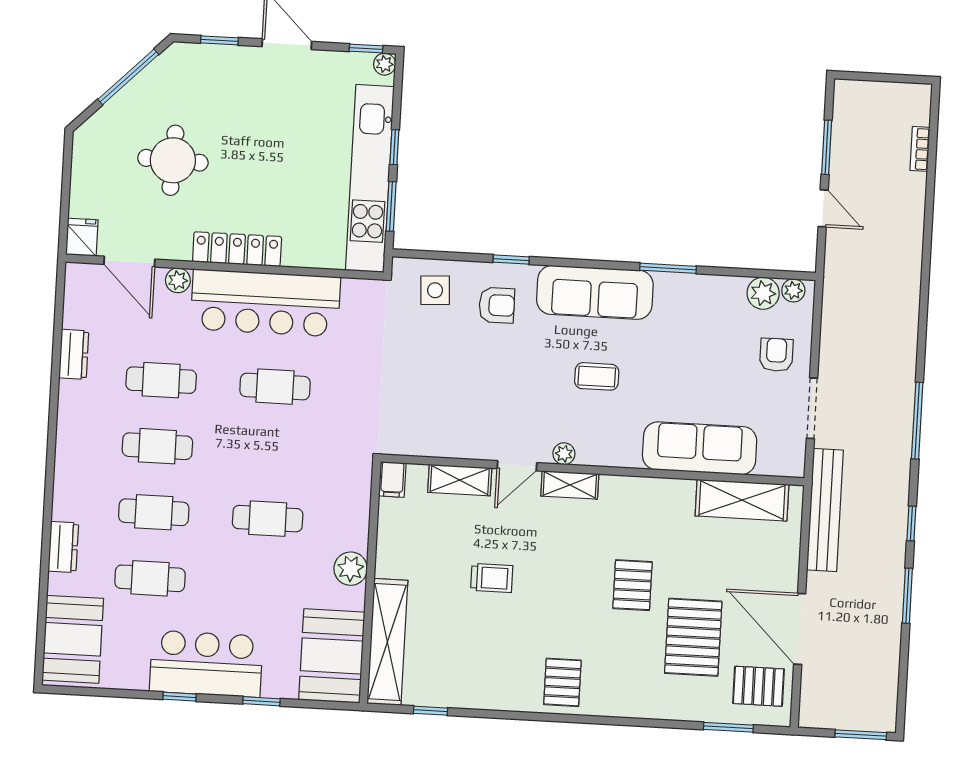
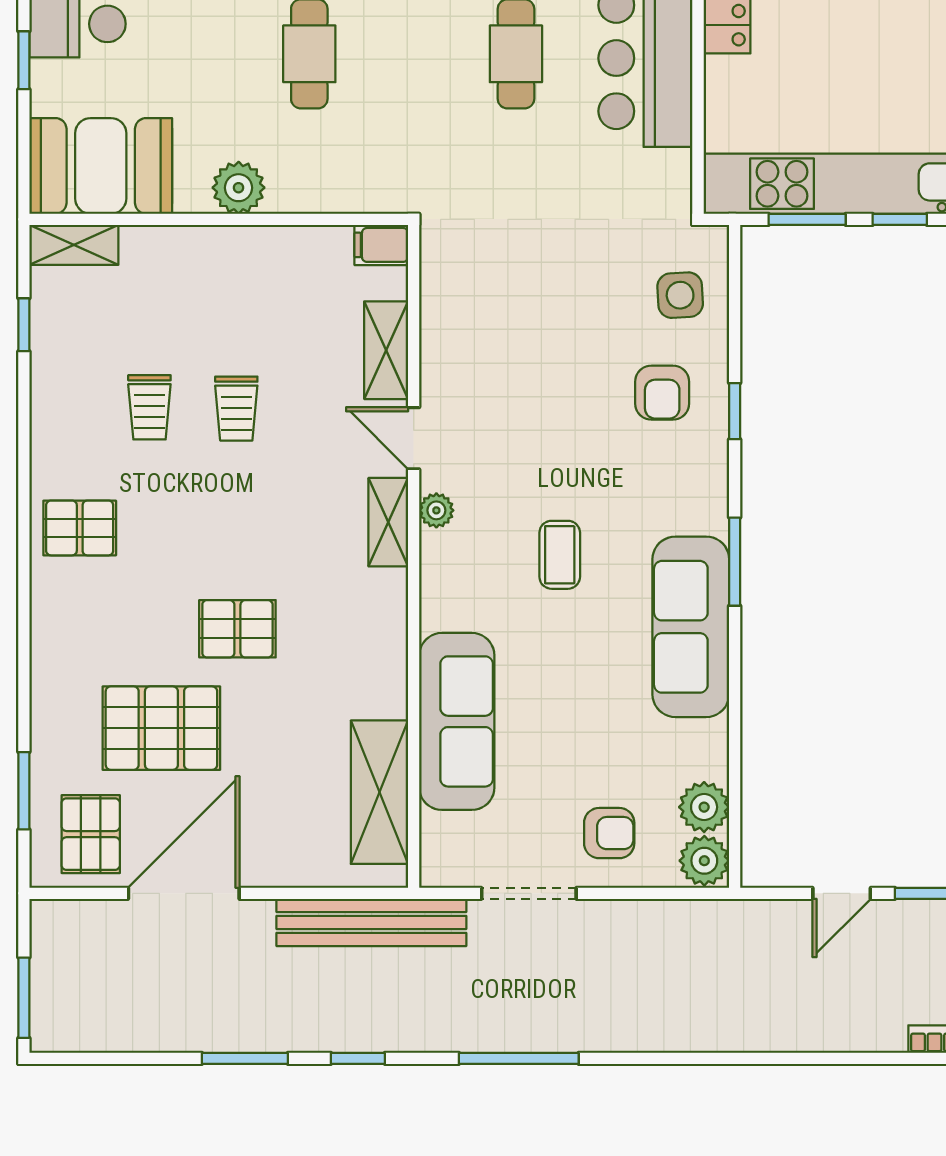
window: (668, 268) -> (735, 562), moved
plant: (793, 290) -> (704, 861), width x1.38, depth x1.38
sofa: (595, 292) -> (691, 627), moved
trolley: (488, 633) -> (149, 407), added
shelving: (387, 642) -> (74, 245), width x0.45, depth x0.75

